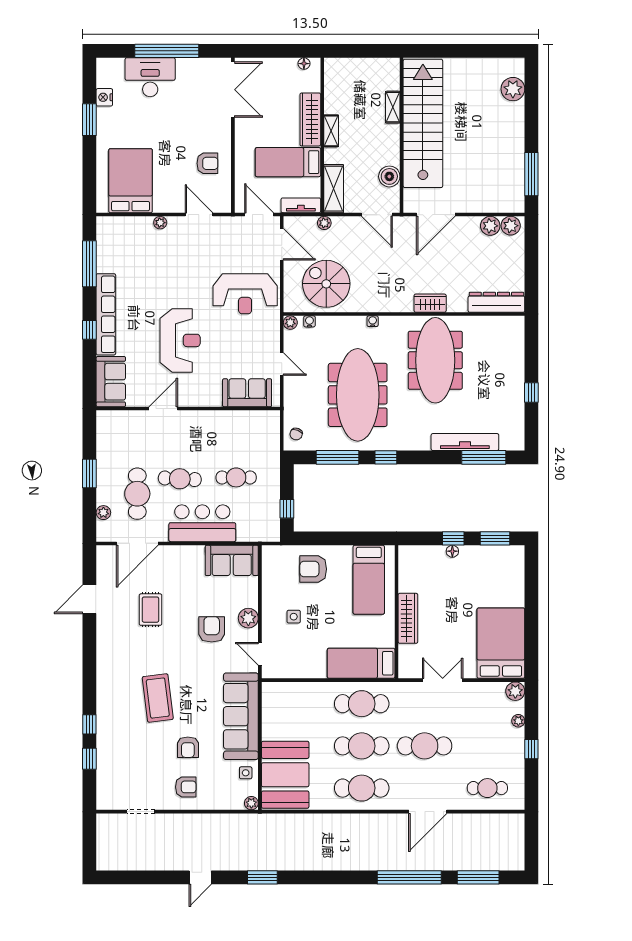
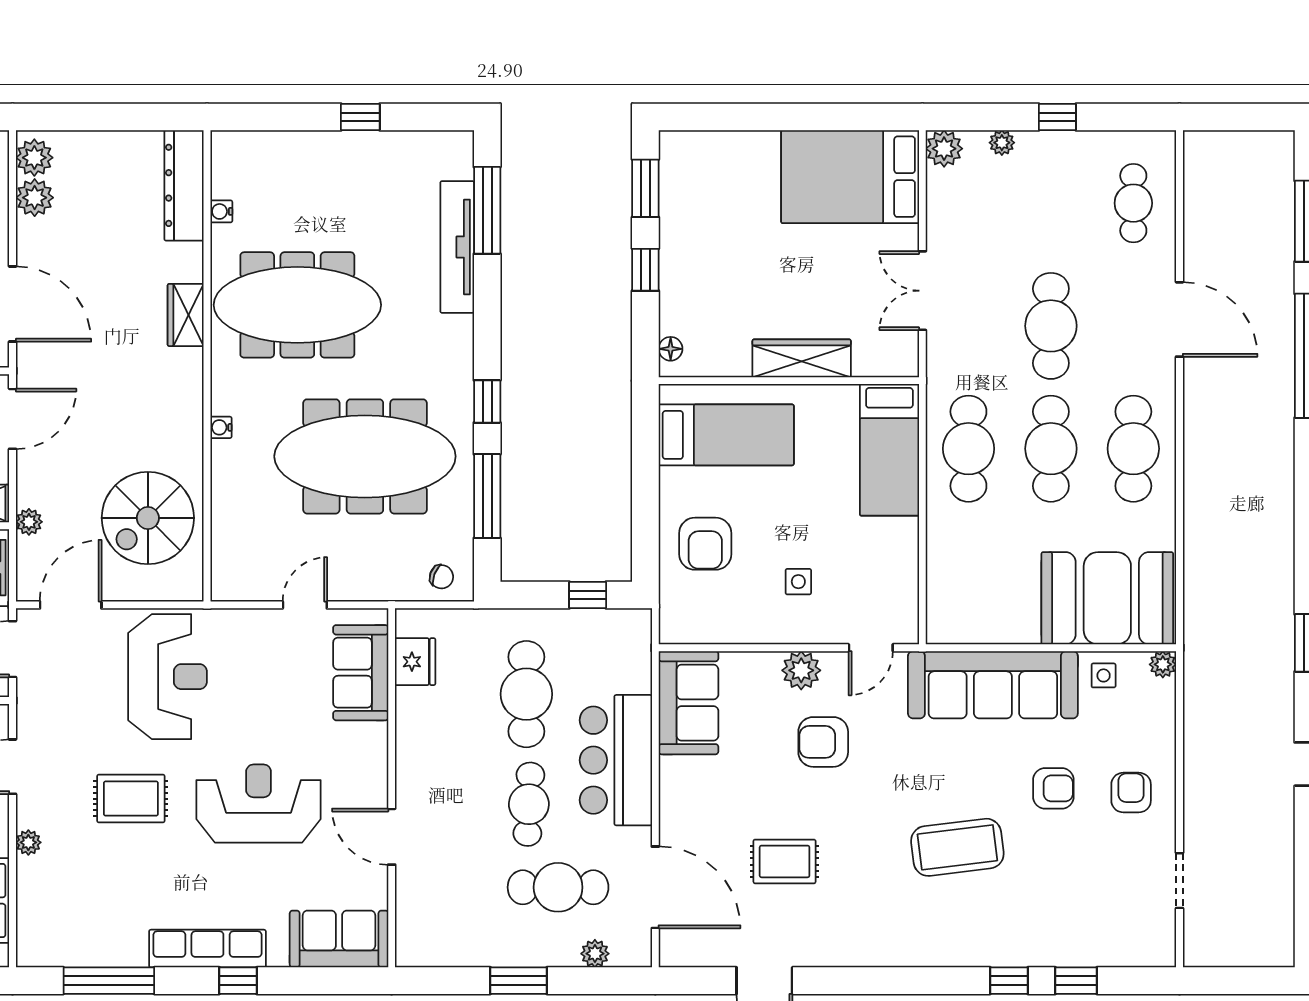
rug: (183, 275) -> (131, 799), added
row of seats: (106, 314) -> (207, 949), width x0.73
water cooler: (309, 321) -> (221, 211), moved
plant: (290, 323) -> (224, 588), removed
fridge: (253, 421) -> (415, 662), added
cafe table: (236, 477) -> (526, 694), width x1.37, depth x1.35
floor lamp: (452, 551) -> (671, 349), moved

